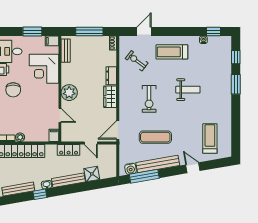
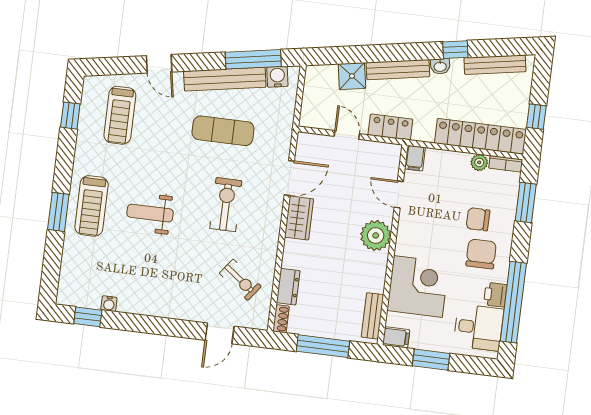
treadmill: (172, 52) -> (91, 206), moved, turned 90
window: (236, 57) -> (70, 116), moved
dresser: (111, 76) -> (288, 287), moved
chair: (17, 108) -> (478, 219), added
door: (118, 130) -> (289, 178), moved

